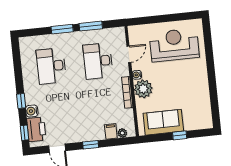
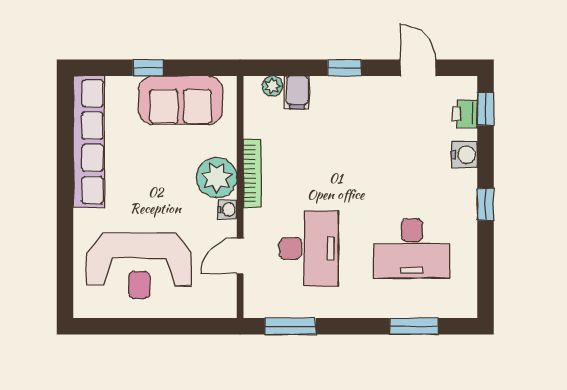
window: (91, 26) -> (290, 326), moved
window: (62, 29) -> (414, 326), moved
desk: (51, 66) -> (412, 249), turned 90
row of seats: (203, 99) -> (89, 142), added
window: (21, 101) -> (486, 204), moved
printer: (36, 129) -> (465, 114), width x0.53, depth x0.68

